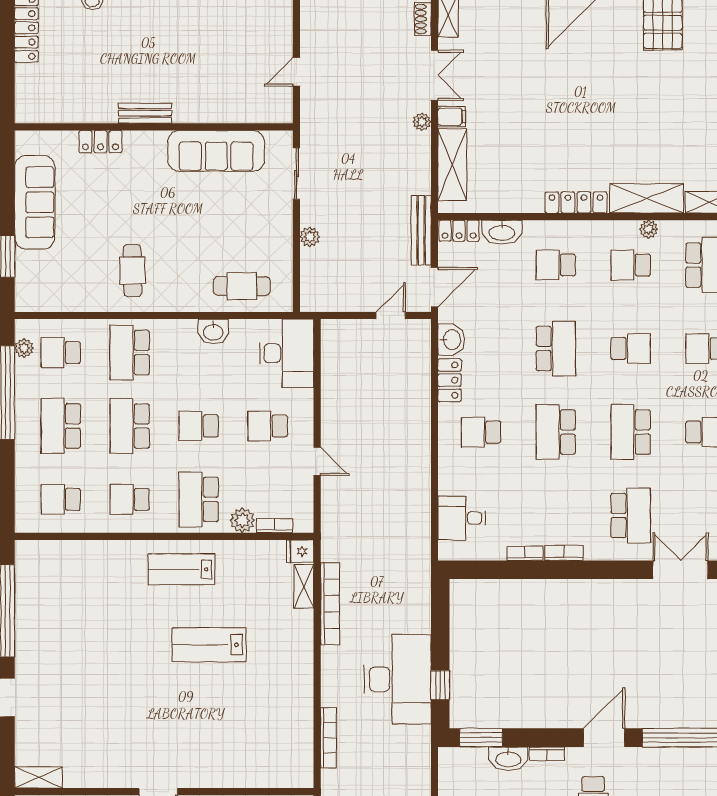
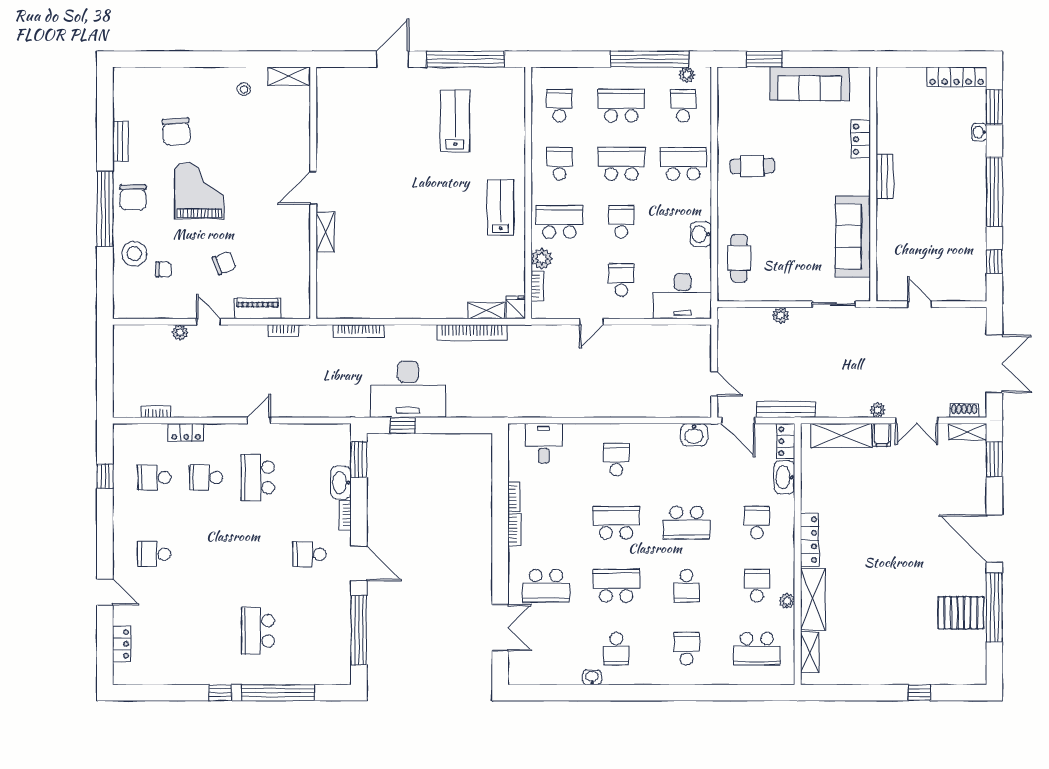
locker: (449, 380) -> (660, 433), removed
lab bench: (209, 645) -> (455, 121), moved
shelving: (38, 778) -> (325, 232), moved

